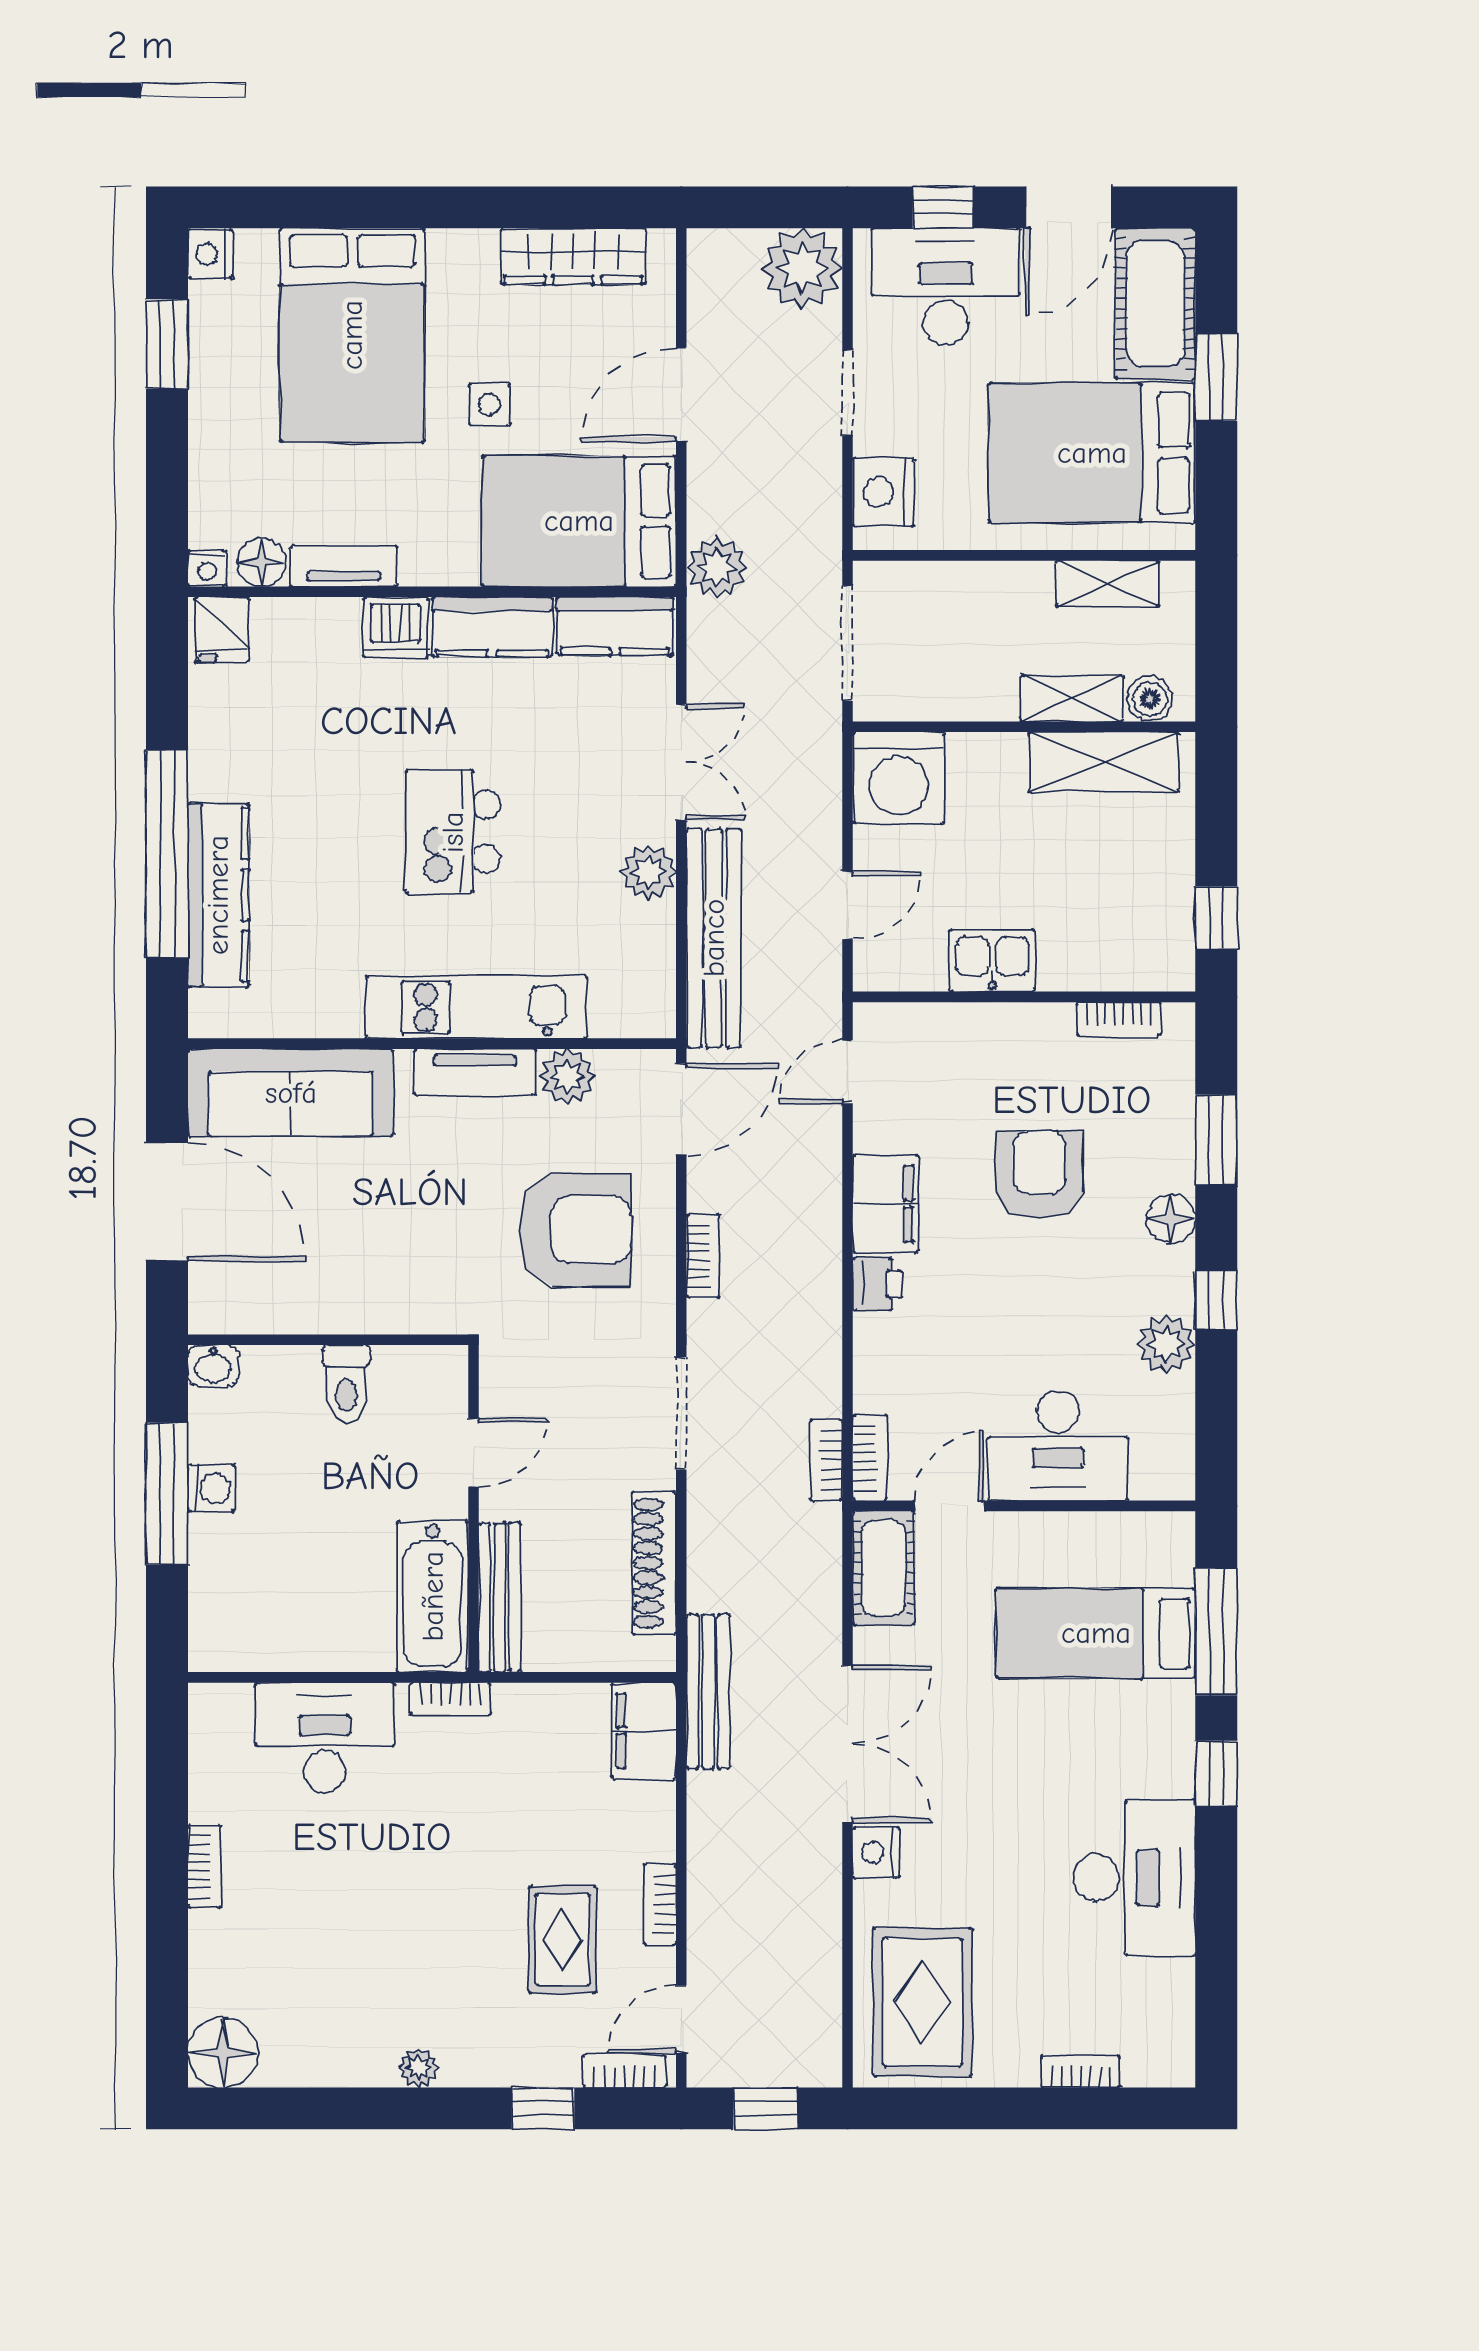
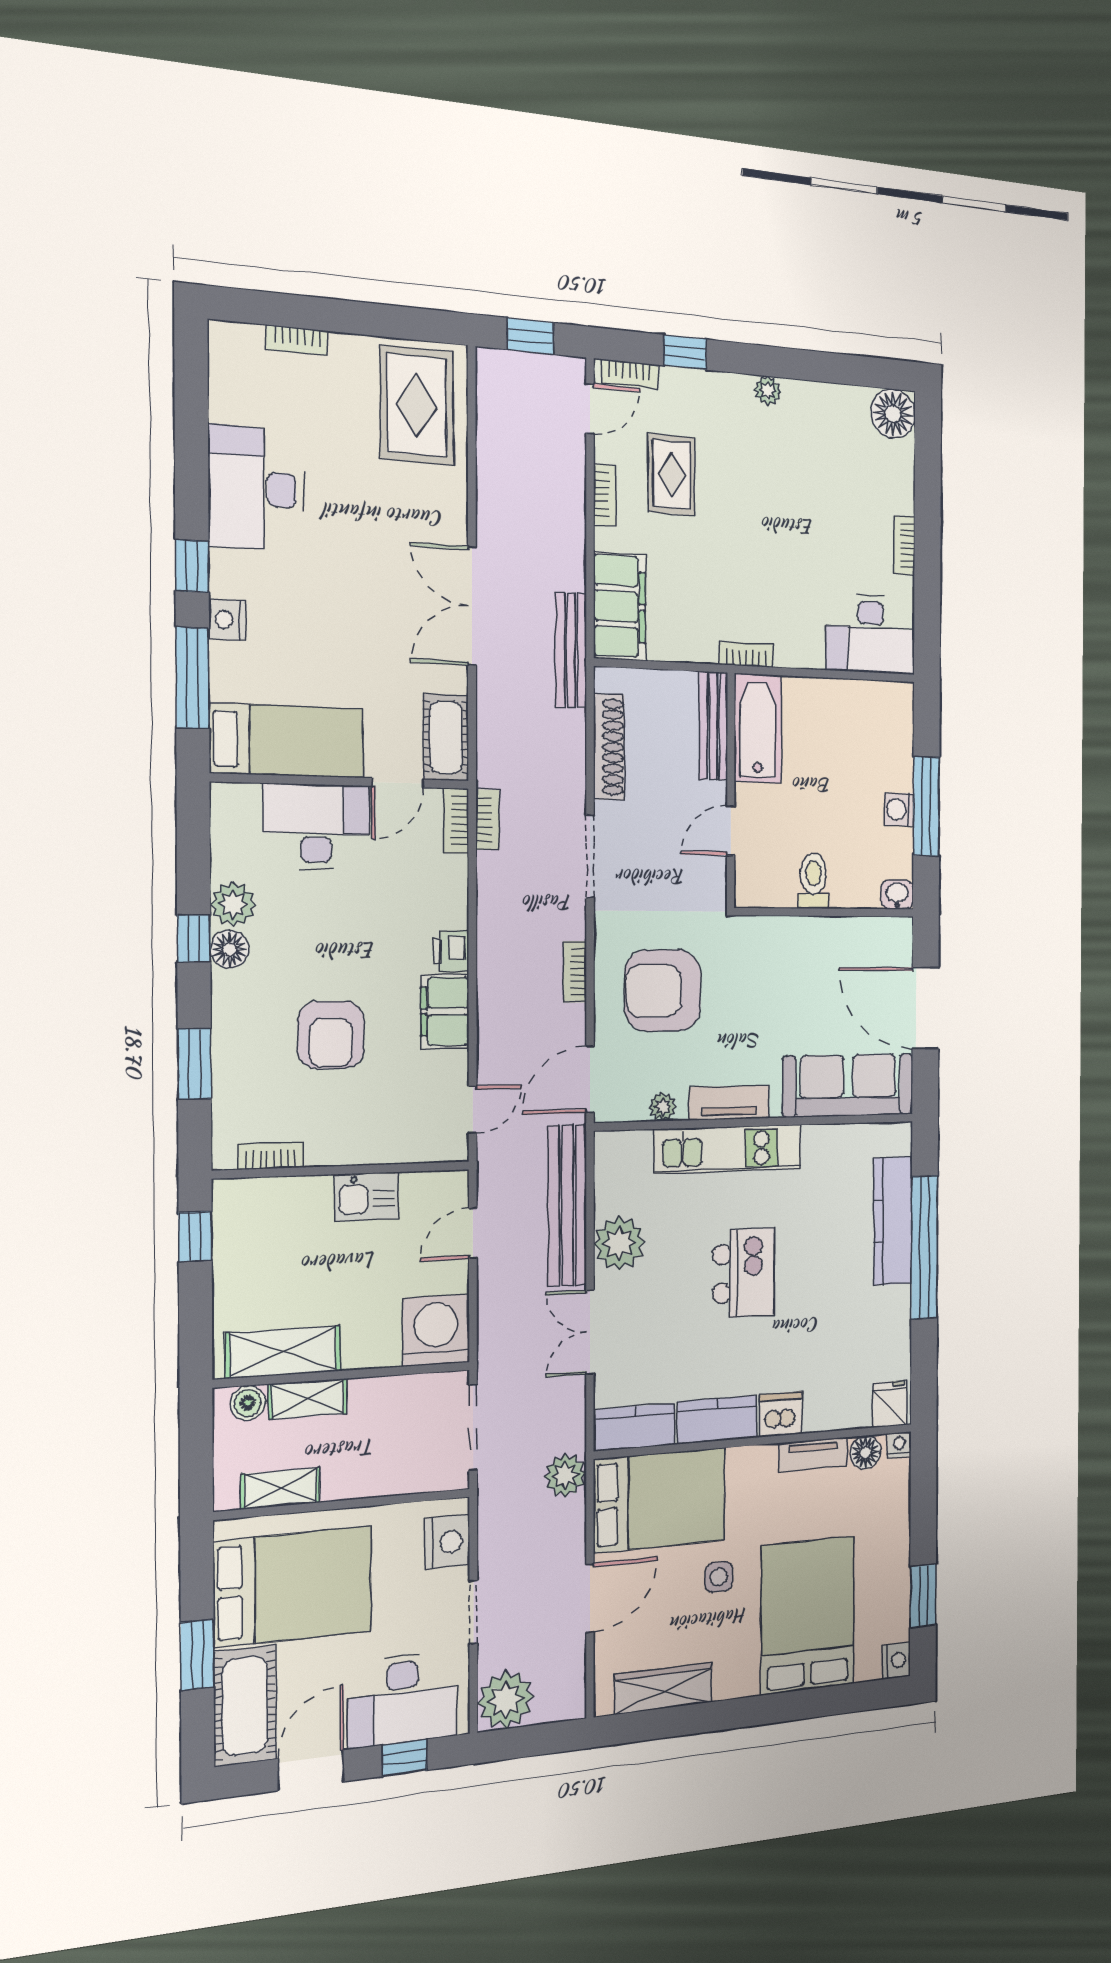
plant: (648, 872) -> (619, 1243), width x1.36, depth x1.36
plant: (567, 1076) -> (663, 1107), width x0.73, depth x0.73
floor lamp: (1171, 1219) -> (229, 949), moved
bed: (1096, 1633) -> (287, 741), moved
filing cabinet: (644, 1731) -> (620, 606), width x1.50, depth x1.17
desk: (325, 1737) -> (871, 634), moved
nightstand: (876, 1852) -> (227, 620), moved, turned 180

